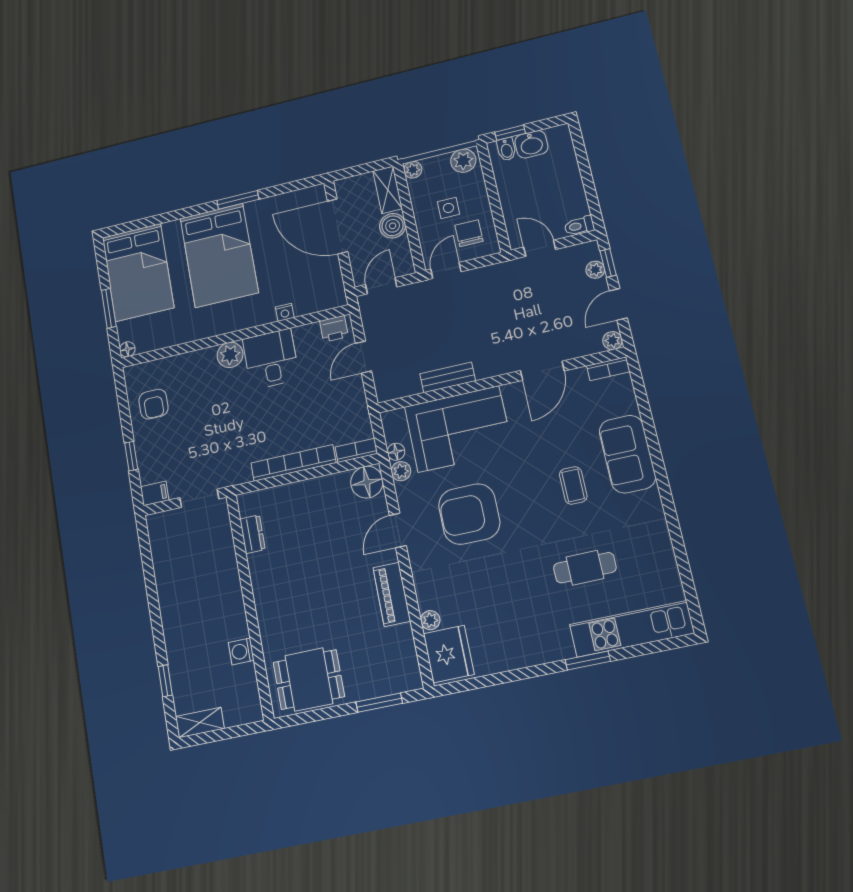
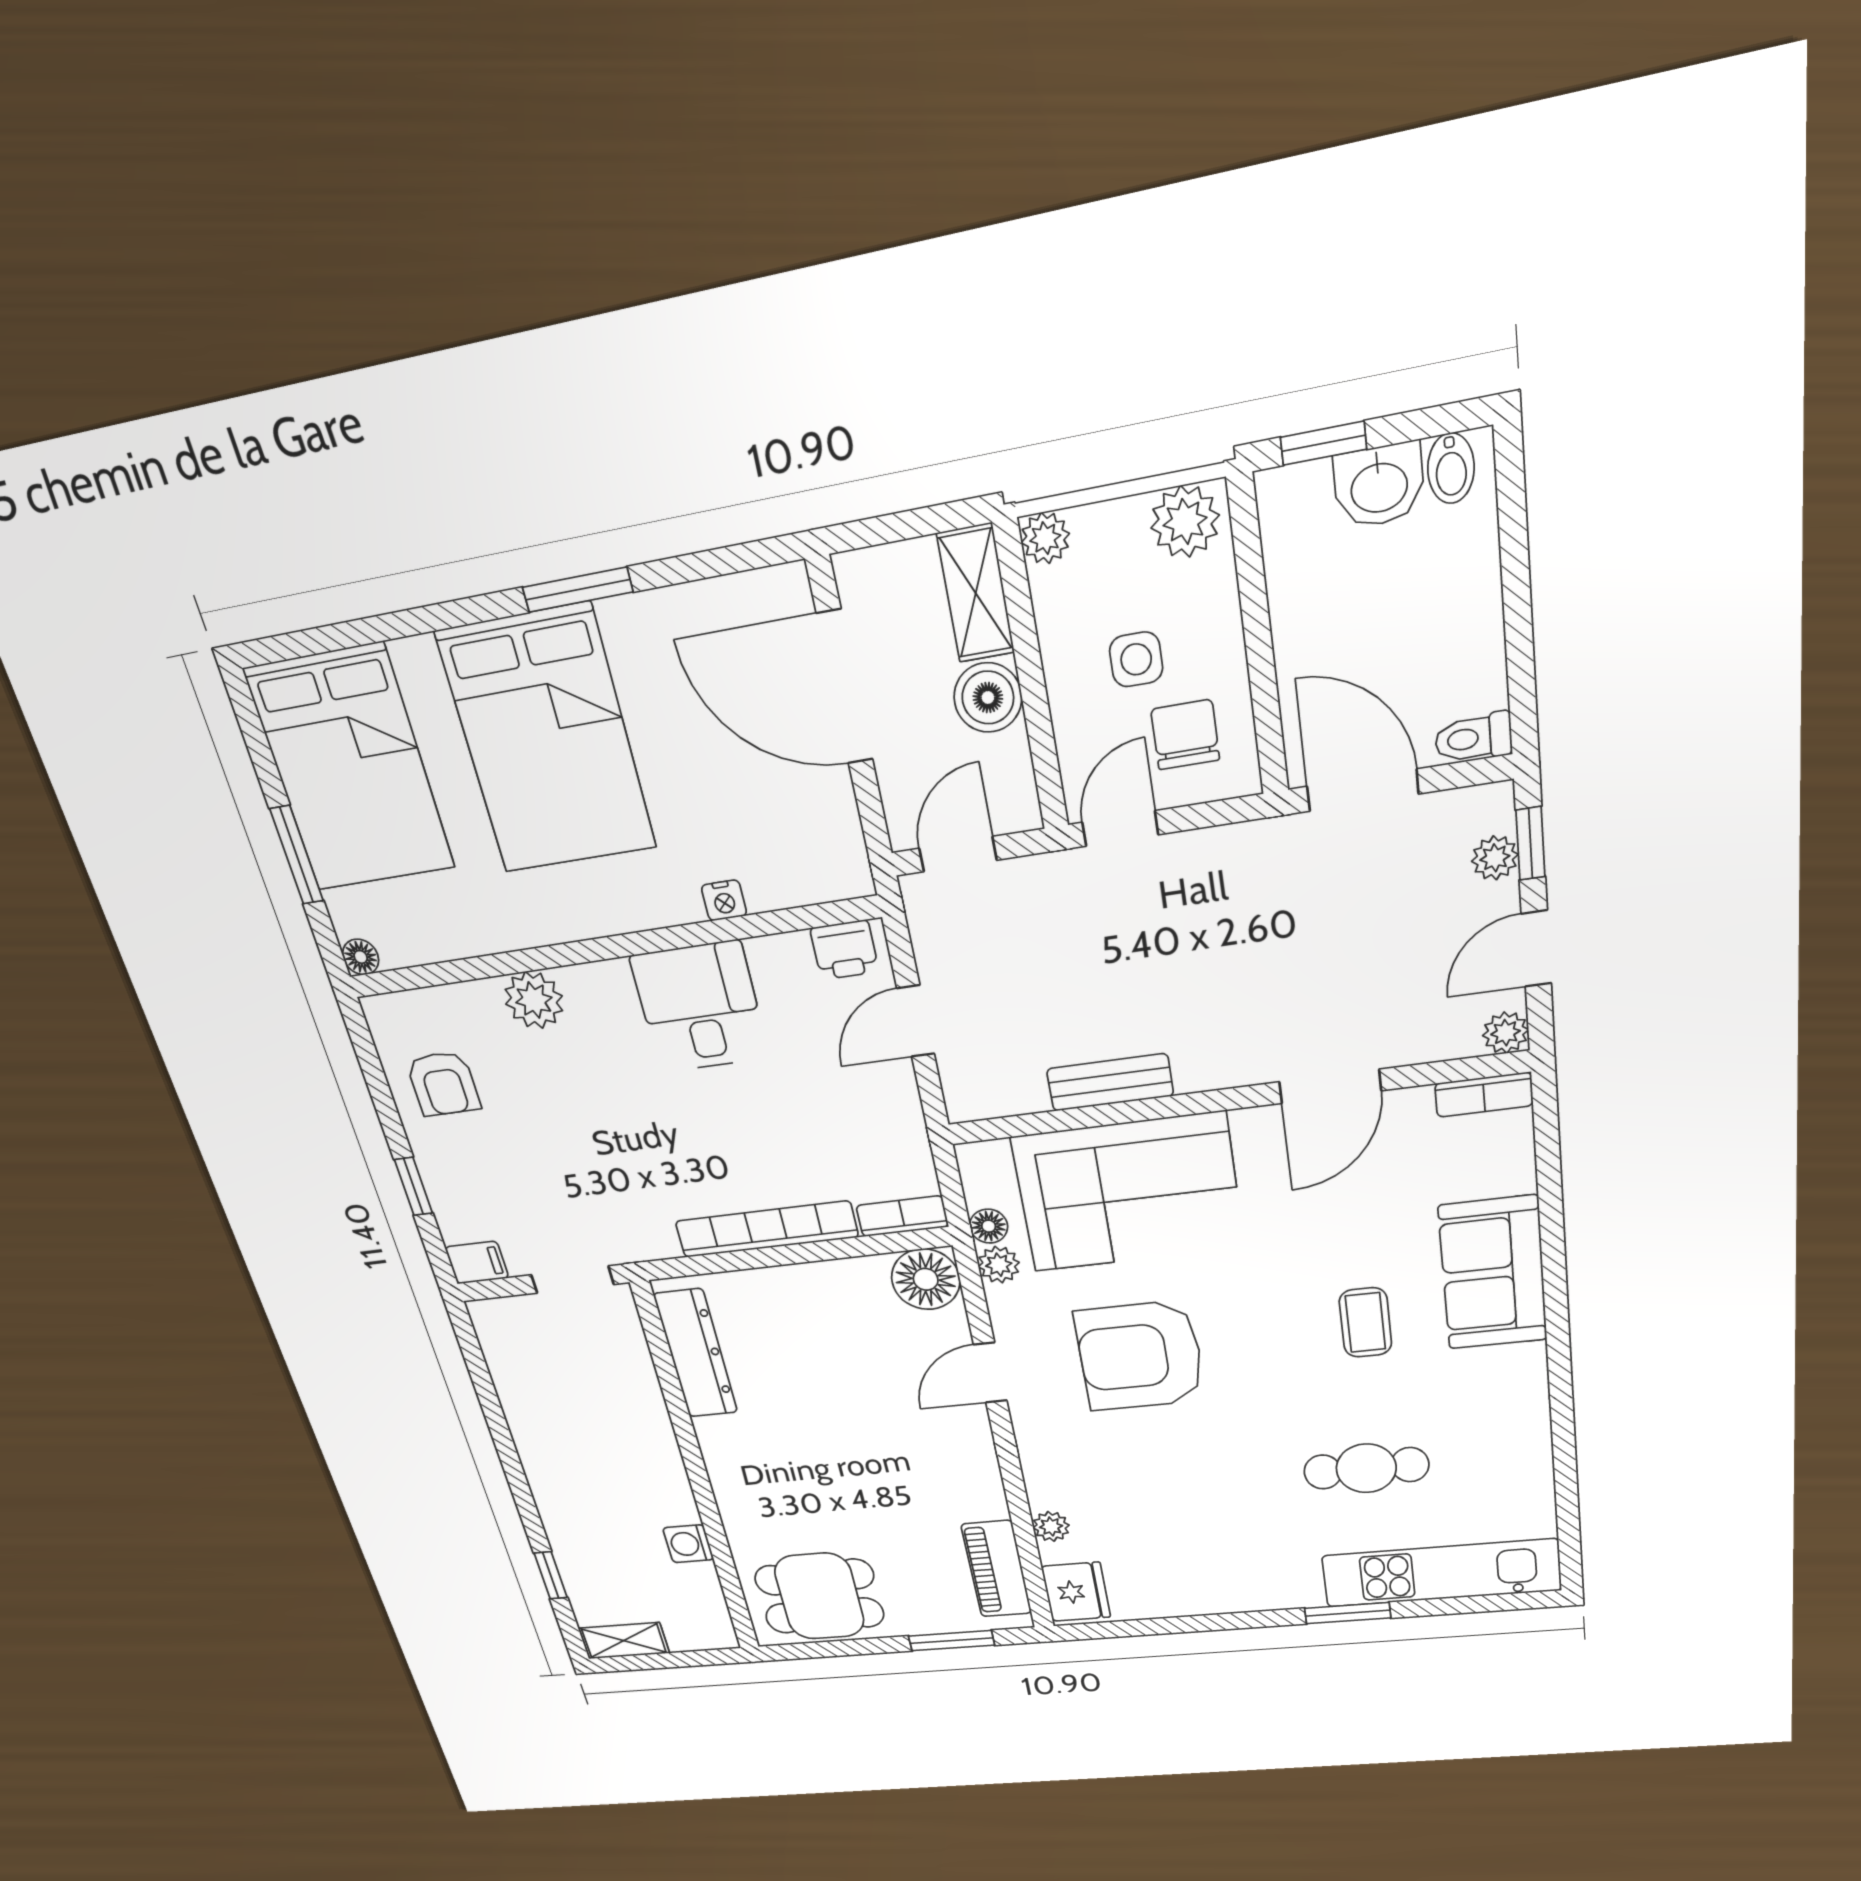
bidet: (506, 149) -> (1451, 468), moved
door: (540, 248) -> (1363, 790), width x1.38
plant: (230, 355) -> (534, 1000), moved
dresser: (252, 534) -> (696, 1353), width x1.96, depth x1.24
piano: (392, 594) -> (997, 1569), moved
fridge: (449, 654) -> (1076, 1592), width x0.73, depth x0.75

